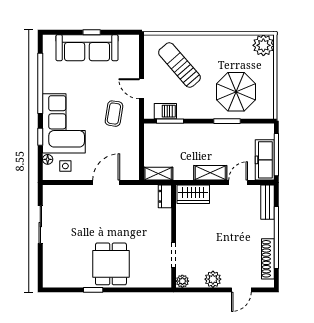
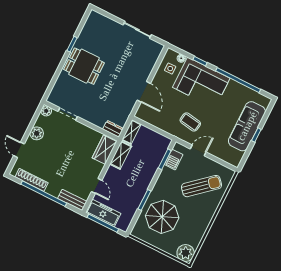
shelving: (210, 173) -> (121, 155), moved

